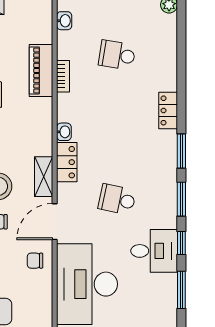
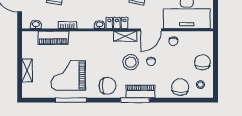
piano: (41, 71) -> (53, 38), moved
door: (55, 222) -> (151, 30), hinge flipped

